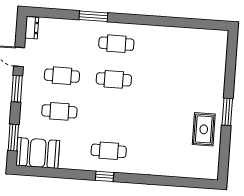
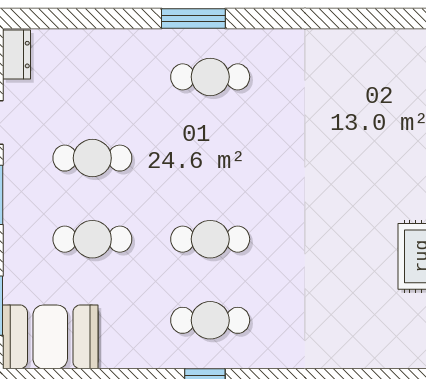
window: (93, 16) -> (193, 18), moved
cafe table: (114, 79) -> (210, 239), moved

